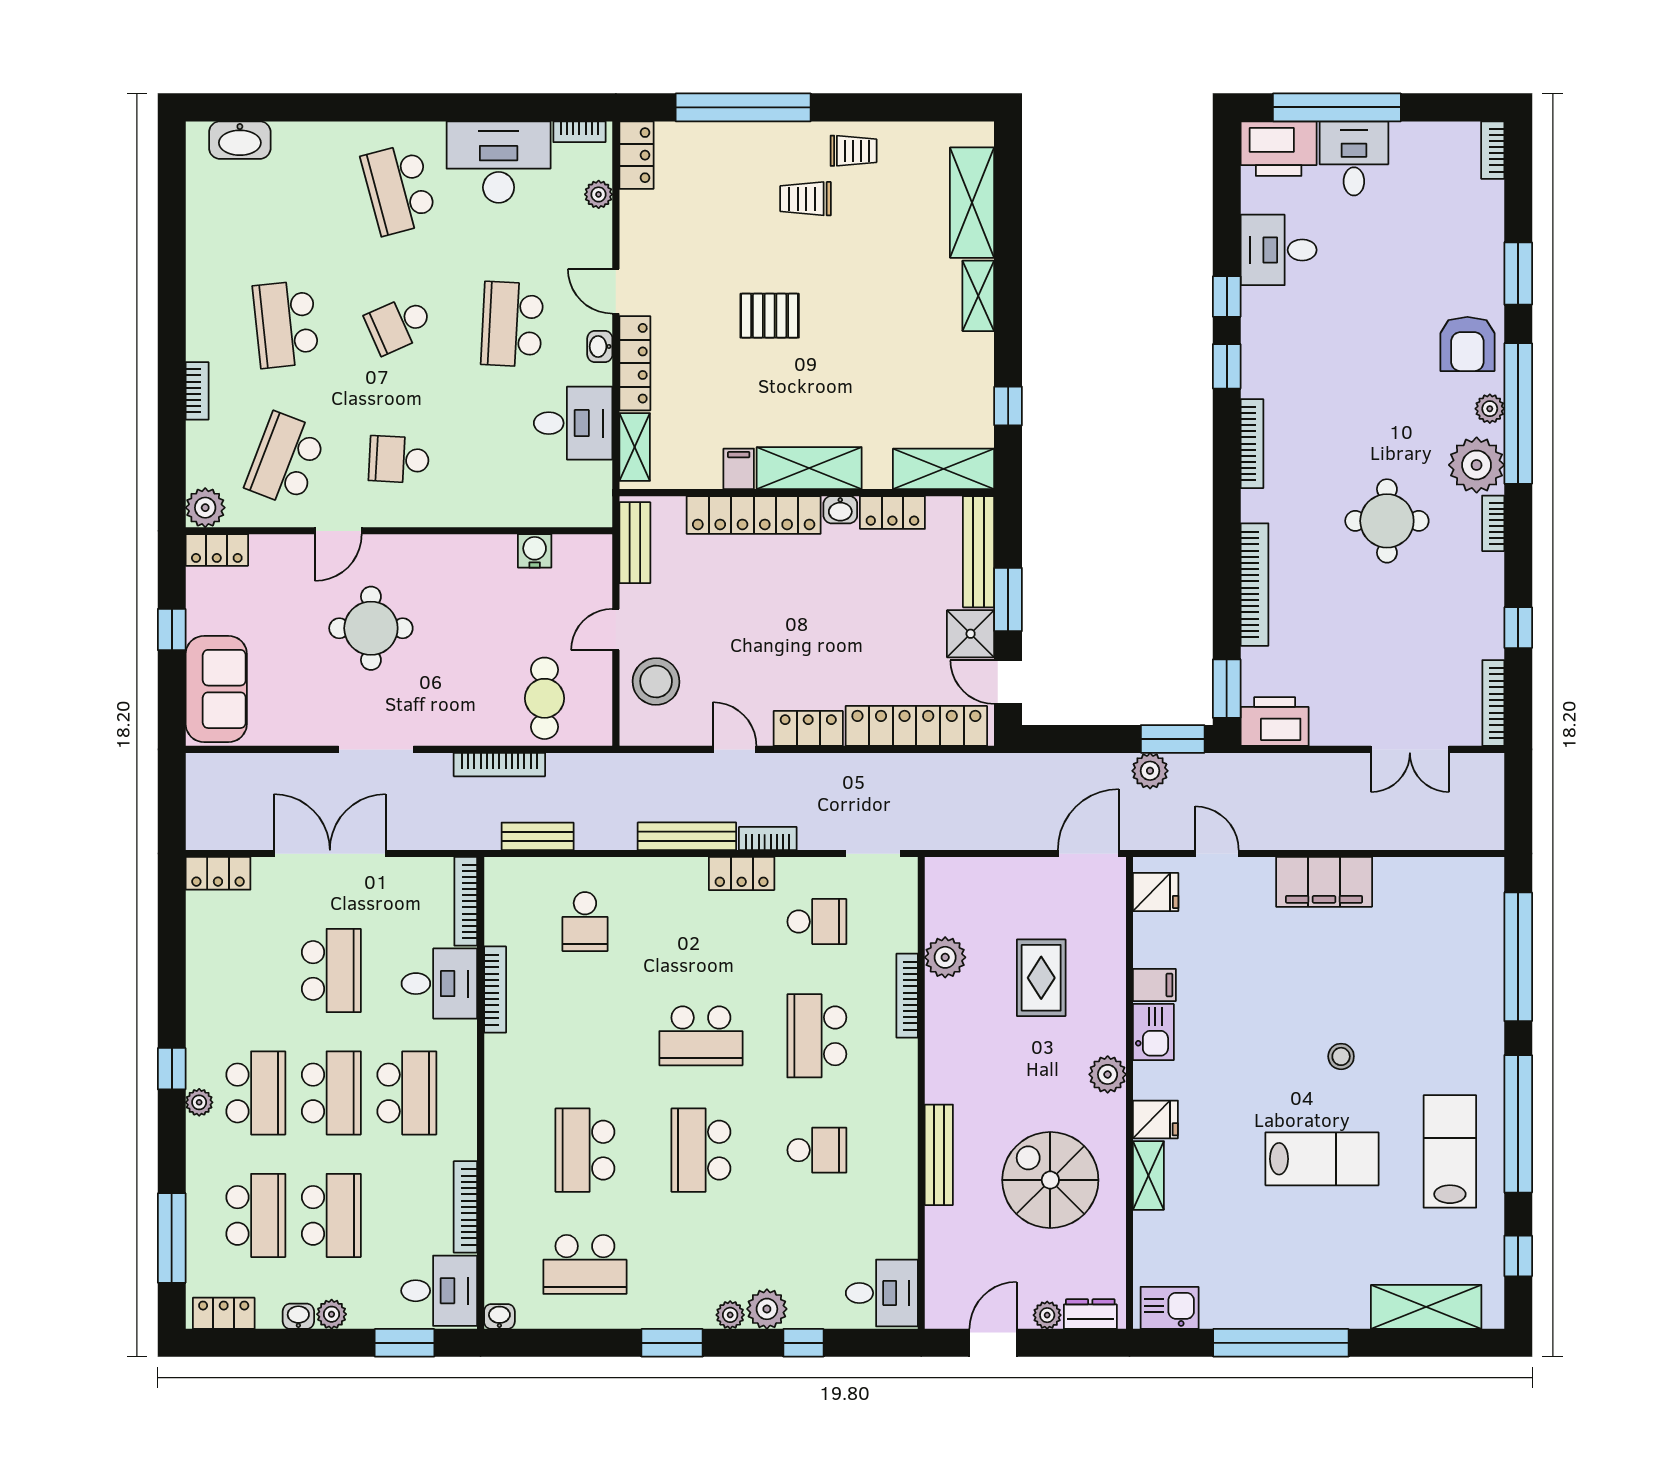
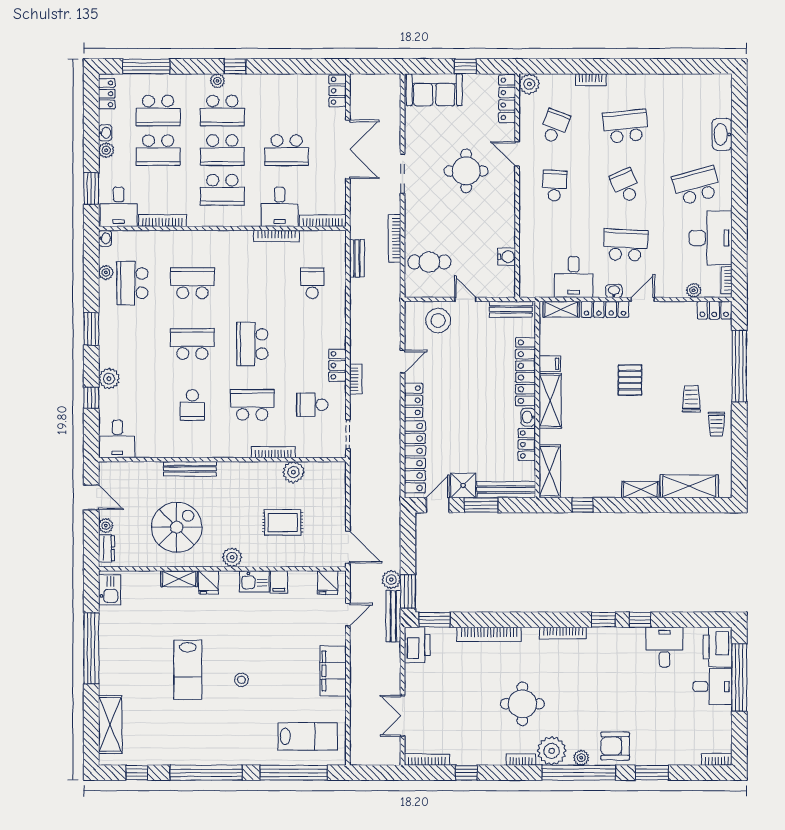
washbasin: (240, 140) -> (722, 134), moved
school desk: (286, 459) -> (555, 126), width x0.54
locker: (217, 550) -> (507, 99), width x1.53
bench: (687, 836) -> (393, 616), moved
school desk: (585, 922) -> (312, 283), turned 90
school desk: (817, 922) -> (312, 405), turned 90
lab bench: (1450, 1151) -> (308, 736), moved
plant: (730, 1315) -> (106, 272), moved

